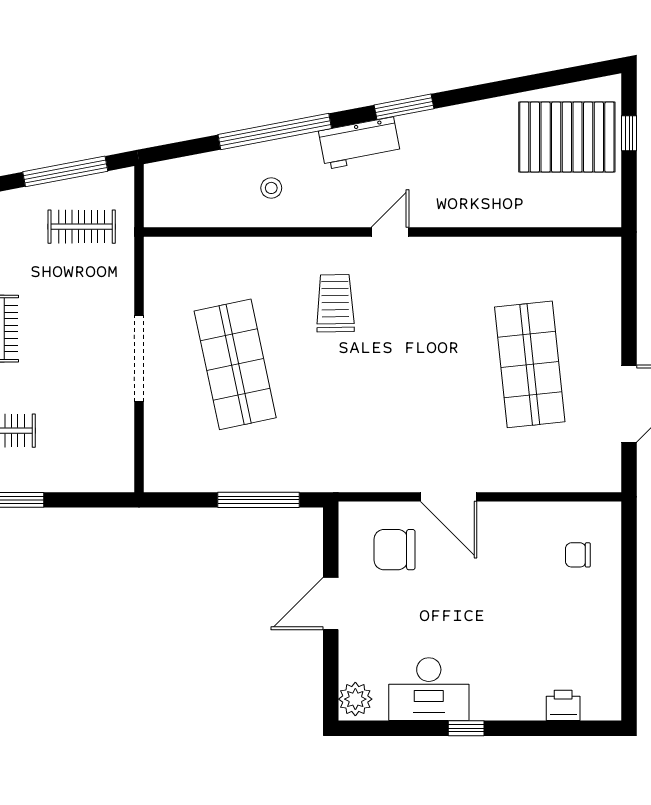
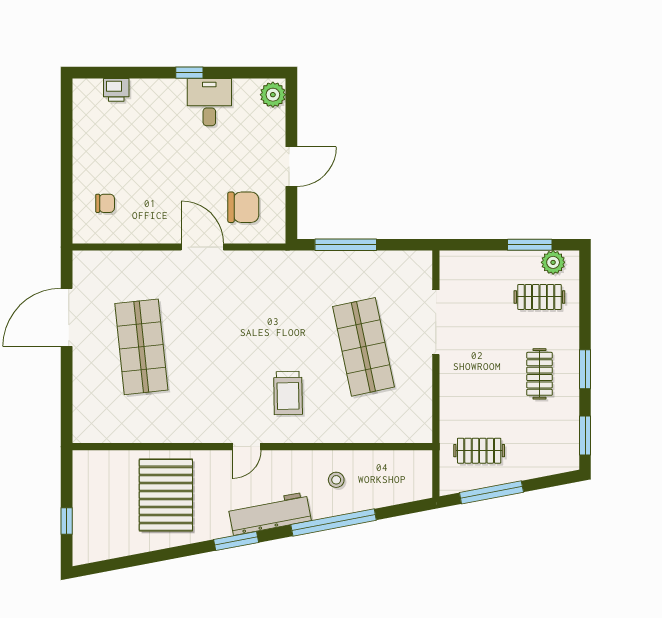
pallet: (567, 137) -> (166, 495), moved, turned 90
workbench: (360, 143) -> (270, 514), width x1.38
doorway: (139, 359) -> (436, 322), moved
desk: (429, 689) -> (209, 102), width x0.73

